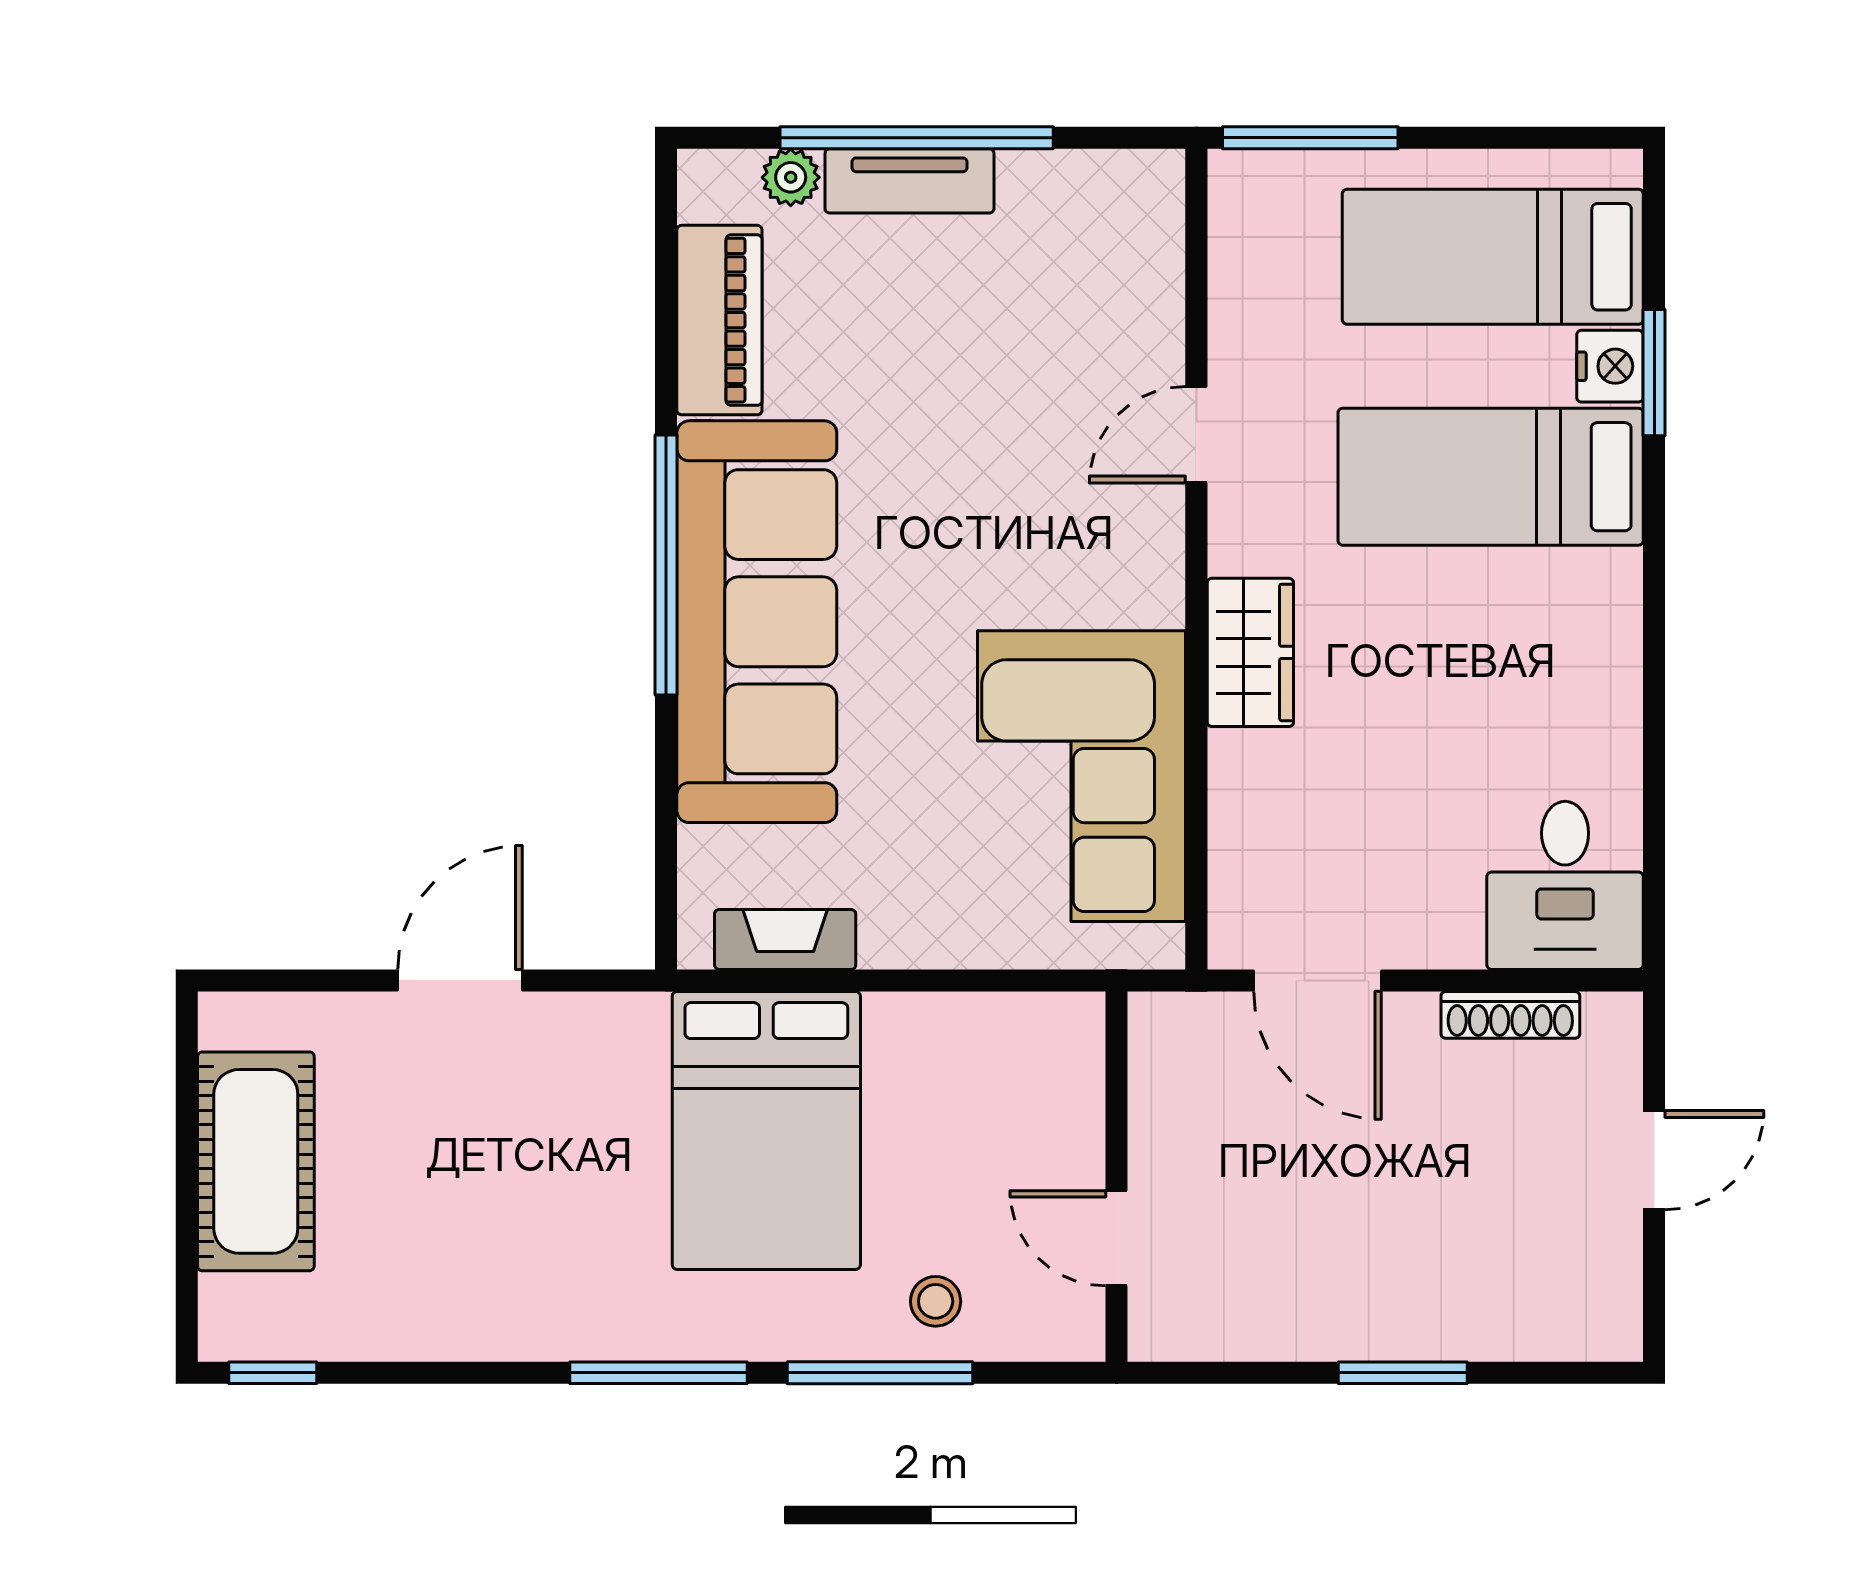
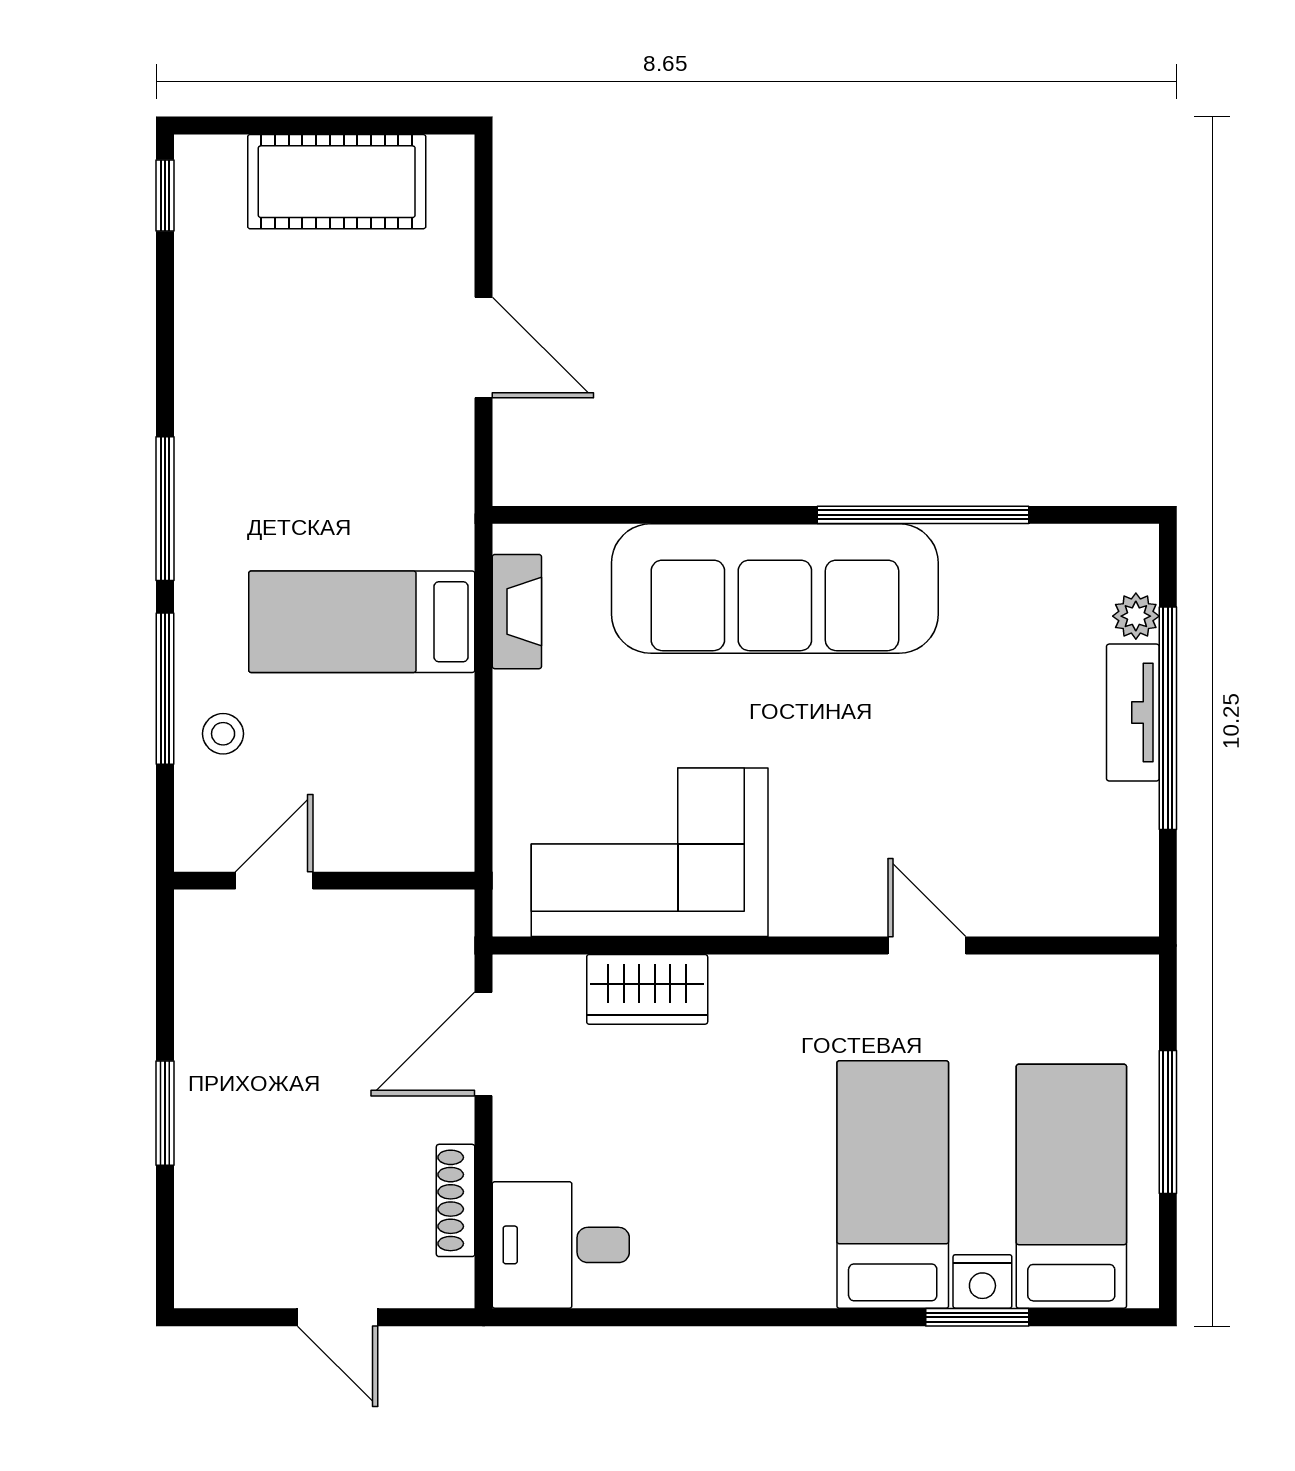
window: (1310, 138) -> (1168, 1122), moved
piano: (719, 320) -> (1020, 558), removed
window: (666, 565) -> (923, 515), moved
wardrobe: (1250, 652) -> (647, 989), moved
bed: (766, 1130) -> (362, 622), width x0.67

